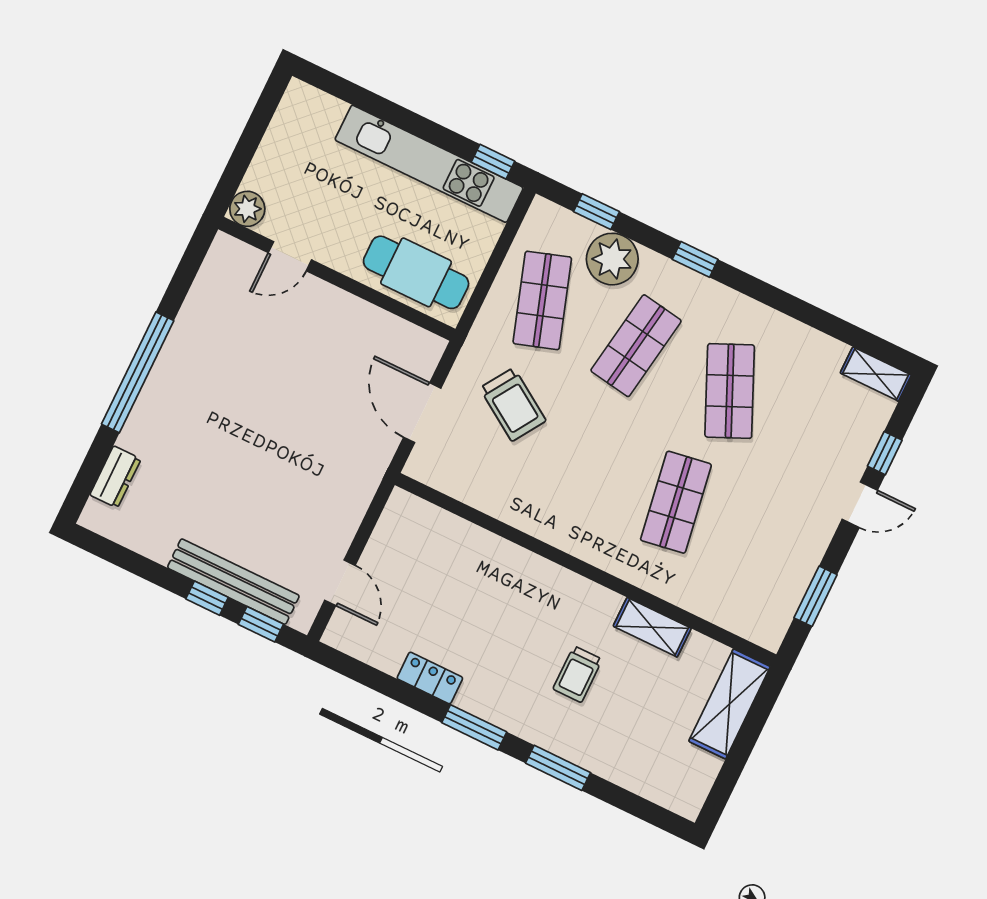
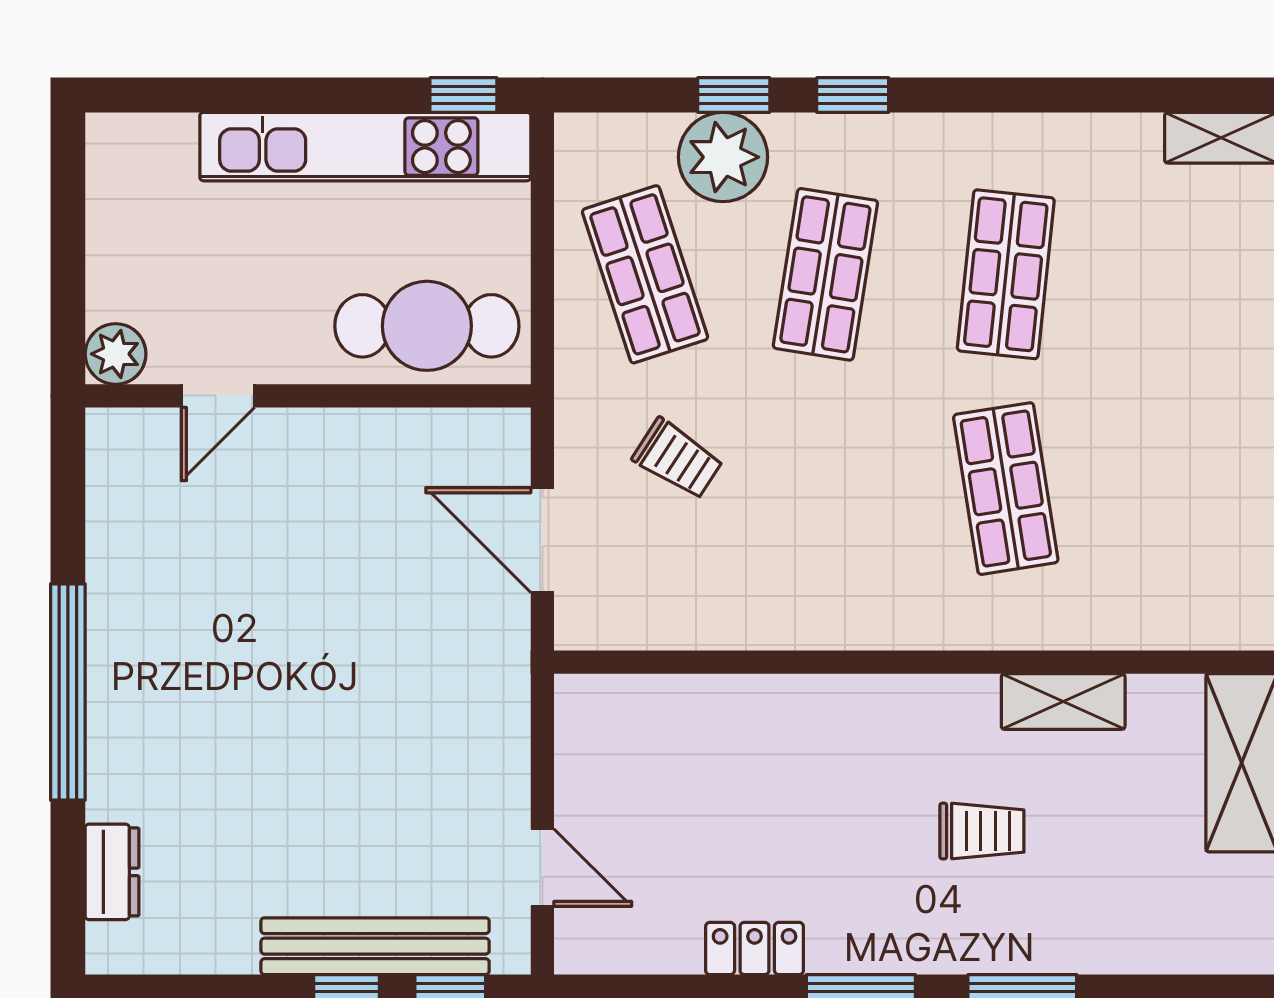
window: (597, 212) -> (734, 95), moved
shop shelf: (730, 391) -> (1006, 274), turned 30
trolley: (513, 404) -> (678, 459), width x0.73, depth x0.72
trolley: (578, 674) -> (982, 831), turned -90

